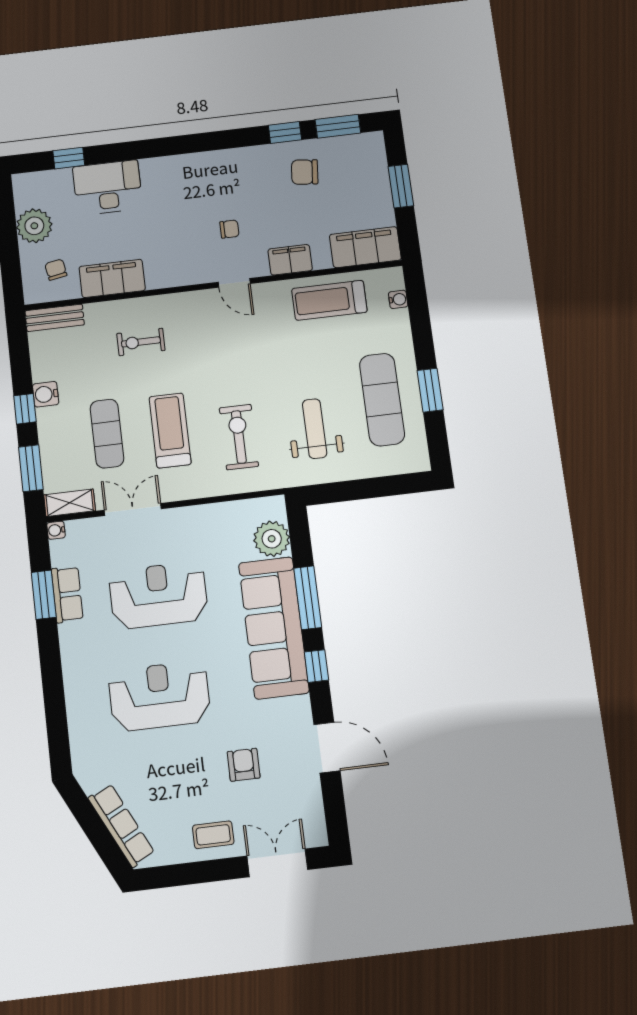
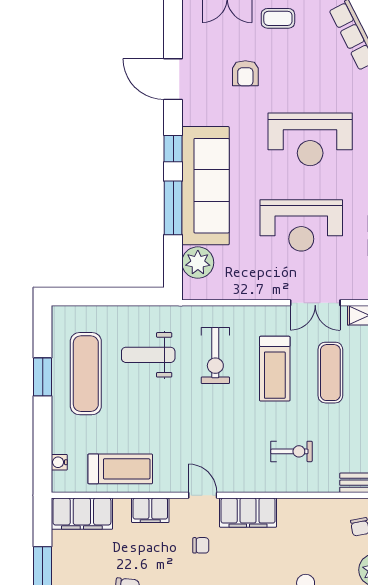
chair: (229, 229) -> (201, 545), turned 180
filing cabinet: (112, 278) -> (248, 513), moved
weight bench: (315, 429) -> (148, 355), turned 90

